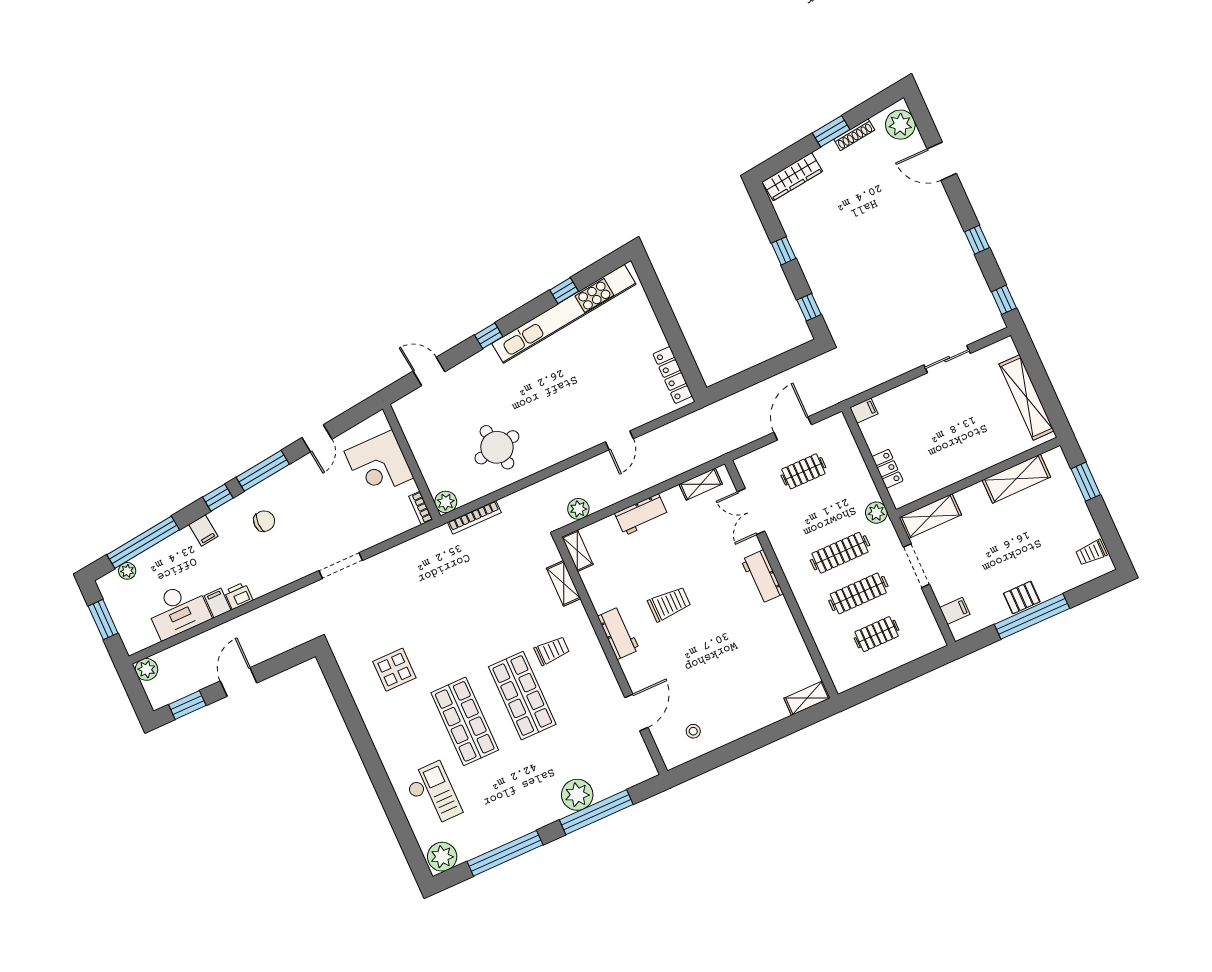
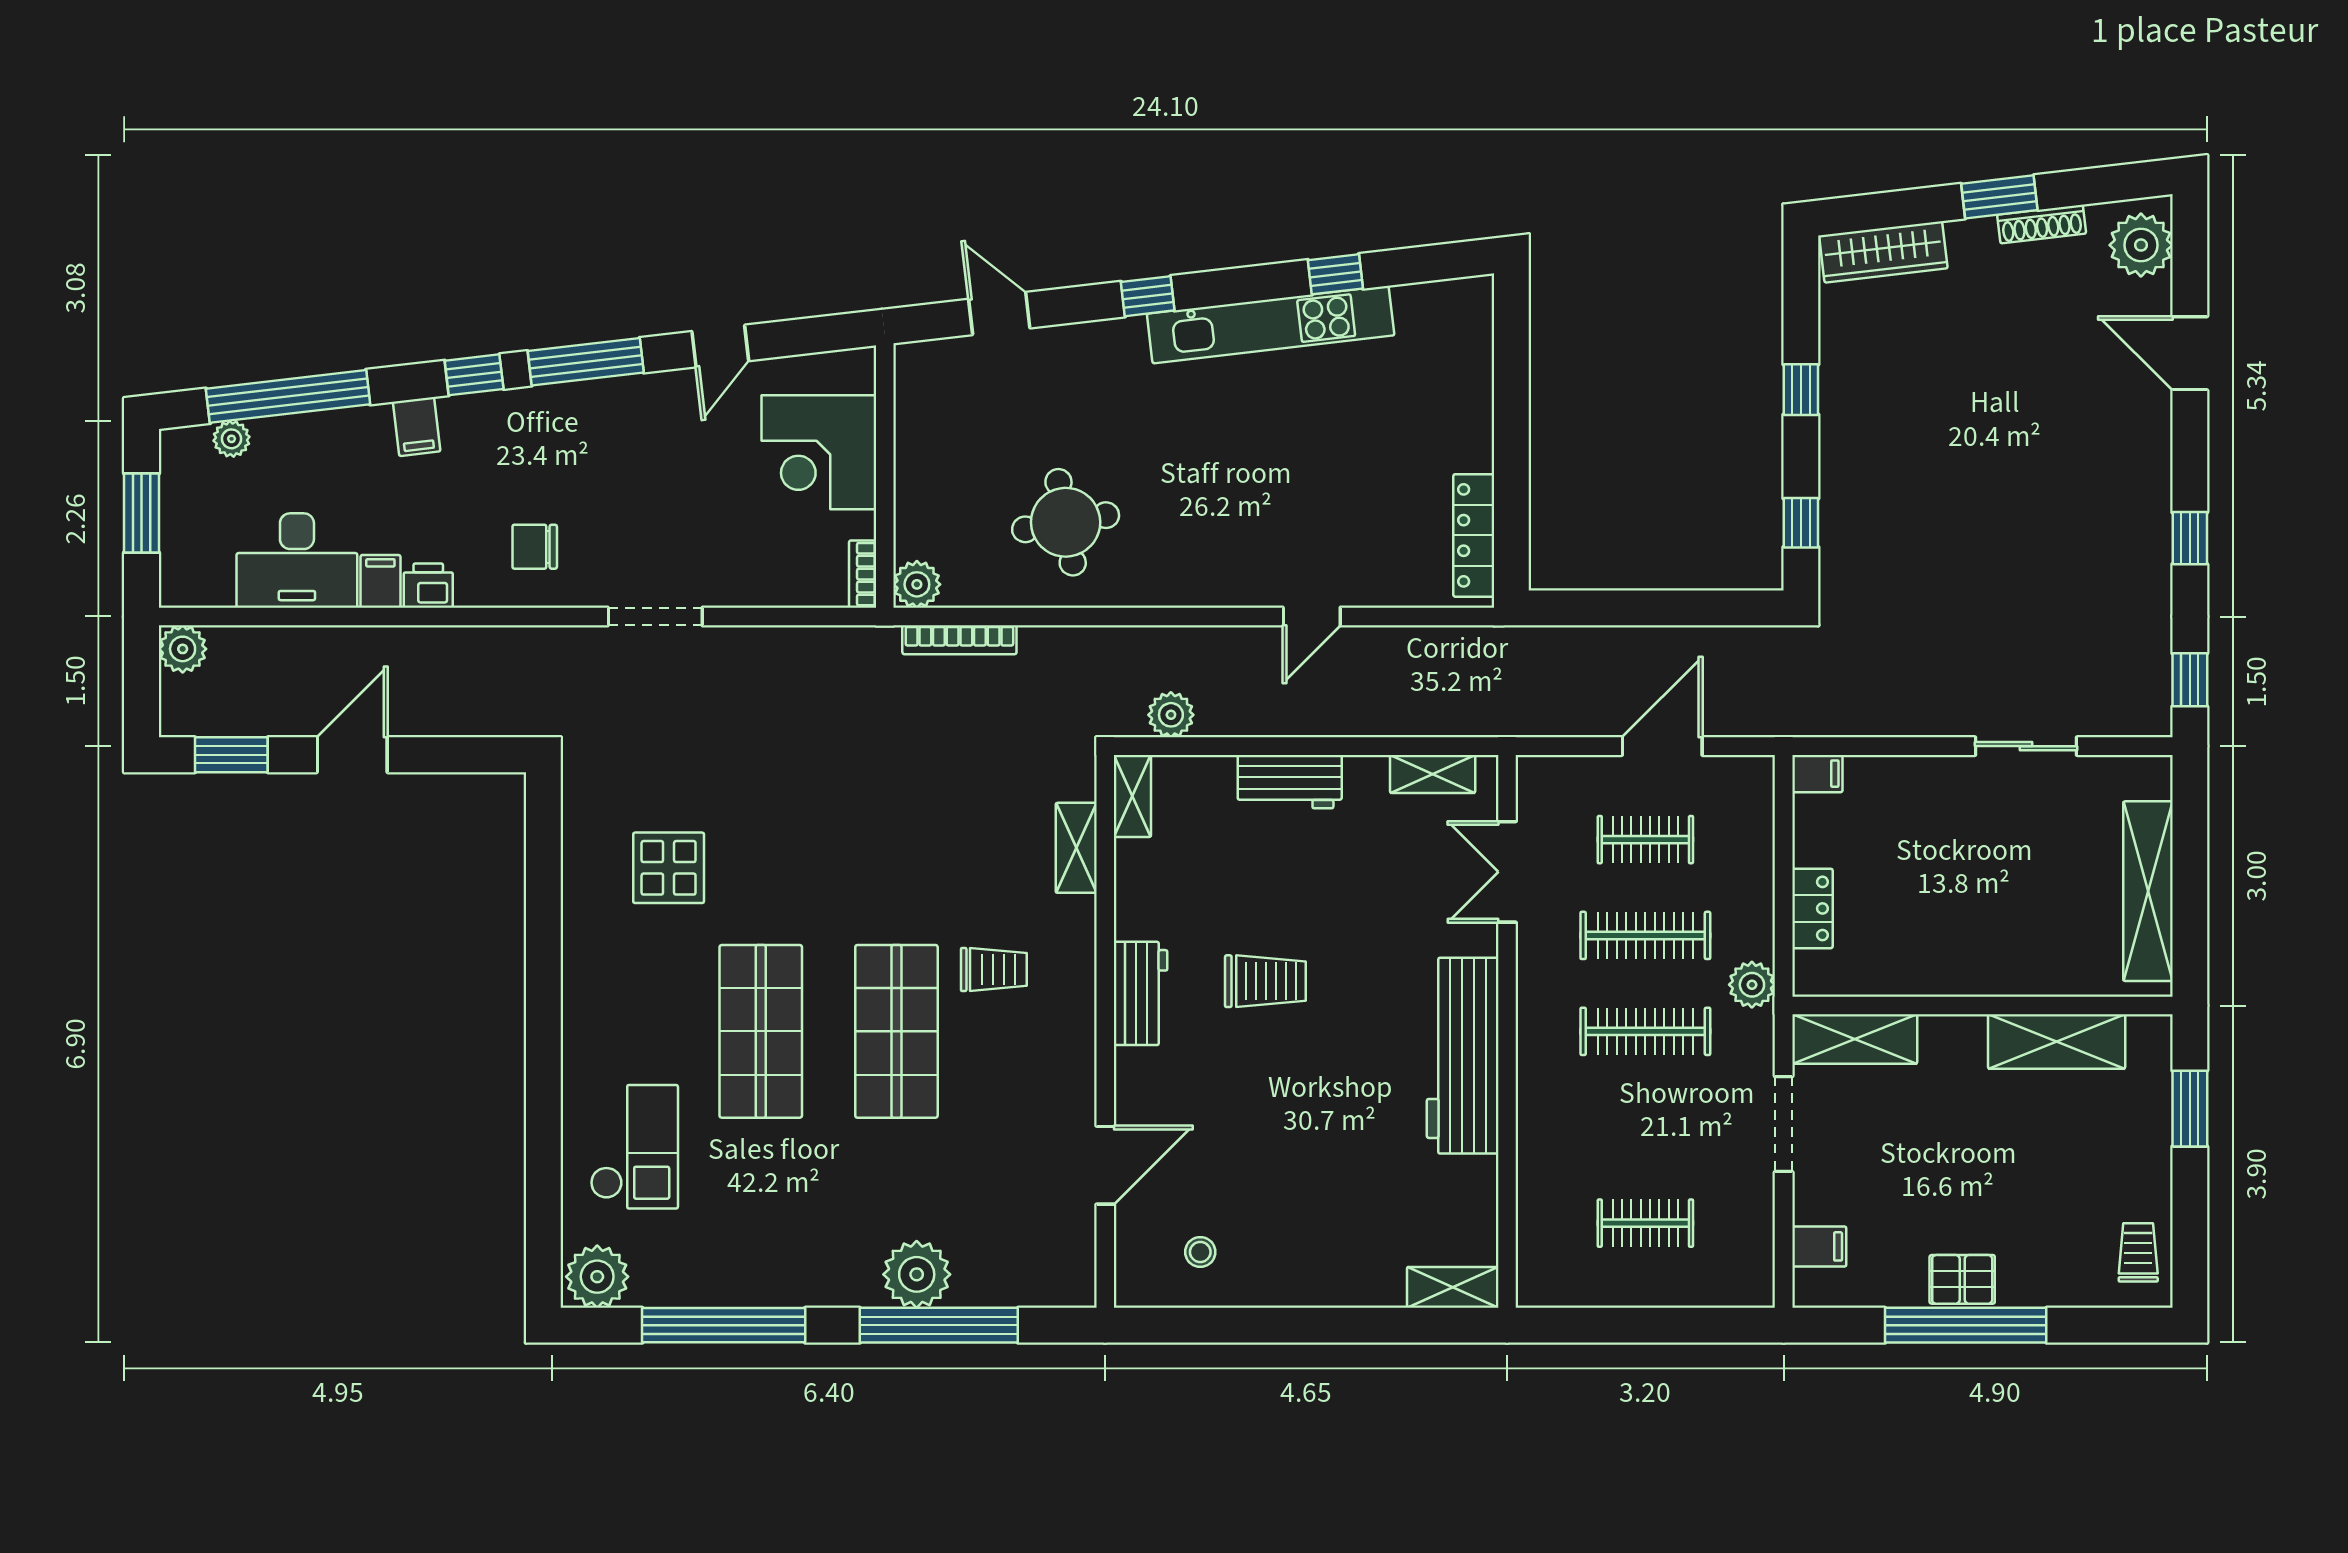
kitchen unit: (564, 314) -> (1271, 325), width x0.73
chair: (264, 521) -> (535, 547), moved, turned 180
trolley: (1091, 553) -> (2138, 1252), turned 90
workbench: (762, 577) -> (1463, 1056), width x1.88, depth x1.32
clothes rail: (858, 593) -> (1645, 935), moved

